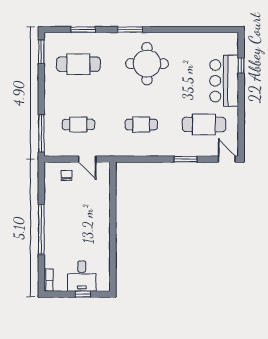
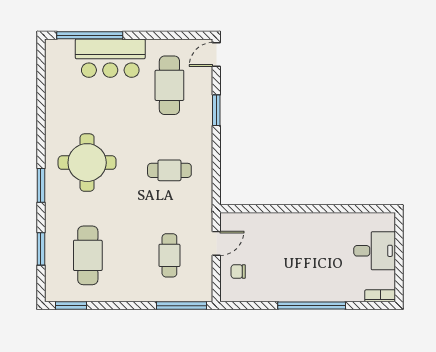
window: (241, 66) -> (90, 35), width x3.17
cafe table: (141, 124) -> (169, 170), turned 90
window: (83, 294) -> (399, 249), removed

